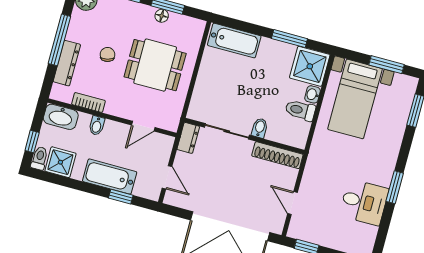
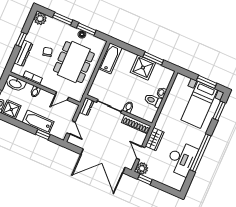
window: (59, 40) -> (21, 39), width x0.46
bathtub: (234, 41) -> (110, 58), moved, turned -90
dining table: (155, 65) -> (74, 62), width x1.38
shower: (310, 66) -> (143, 68), moved
bed with nightstands: (355, 99) -> (199, 105), moved
wardrobe: (313, 176) -> (155, 139), added
window: (395, 187) -> (201, 153), width x2.11
desk: (364, 202) -> (182, 159), width x1.37
plant: (299, 229) -> (142, 168), added

